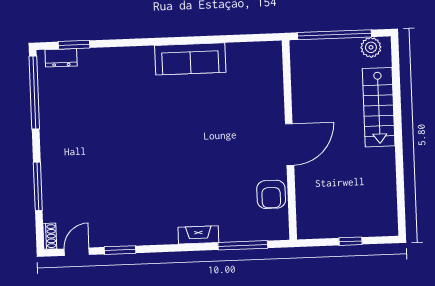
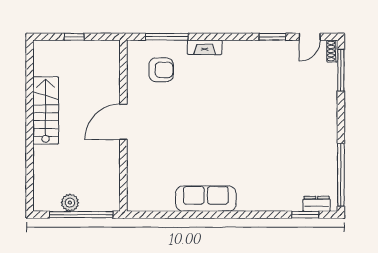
plant: (371, 47) -> (70, 203), moved
stairs: (379, 107) -> (46, 110), moved
window: (38, 186) -> (341, 70), moved
armchair: (271, 194) -> (161, 70), moved, turned 90

